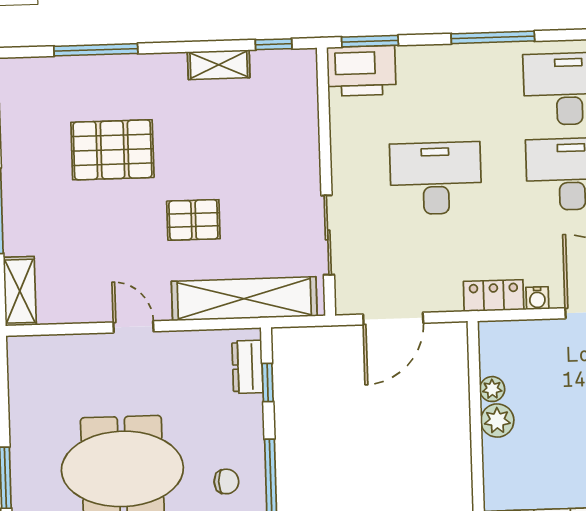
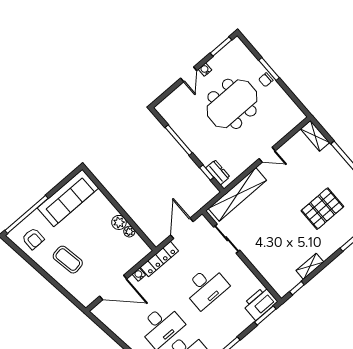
pallet: (193, 220) -> (276, 207), removed
locker: (494, 296) -> (159, 259), width x1.53
chair: (226, 481) -> (266, 80), moved

